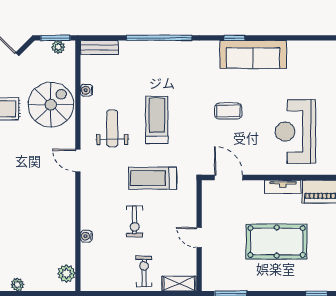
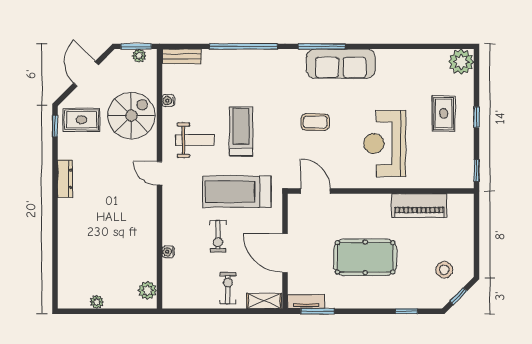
window: (235, 38) -> (322, 46), width x2.17
weight bench: (112, 128) -> (195, 140), turned 90
treadmill: (153, 178) -> (237, 192), width x1.37, depth x1.38
tv unit: (283, 187) -> (306, 301), moved, turned 180
door: (199, 238) -> (285, 253), width x1.88

